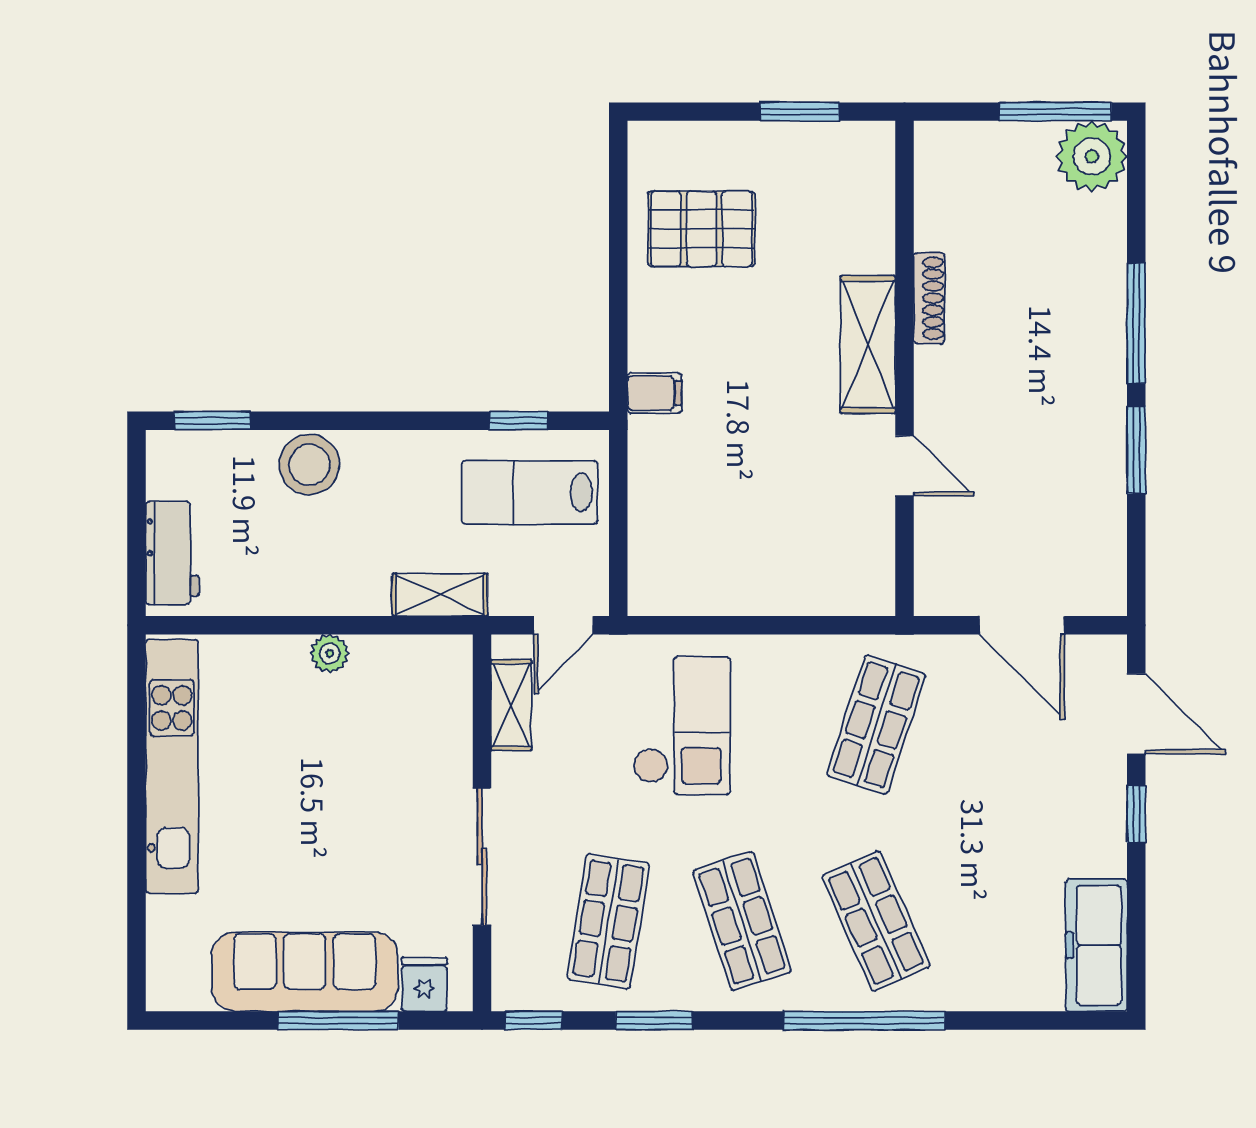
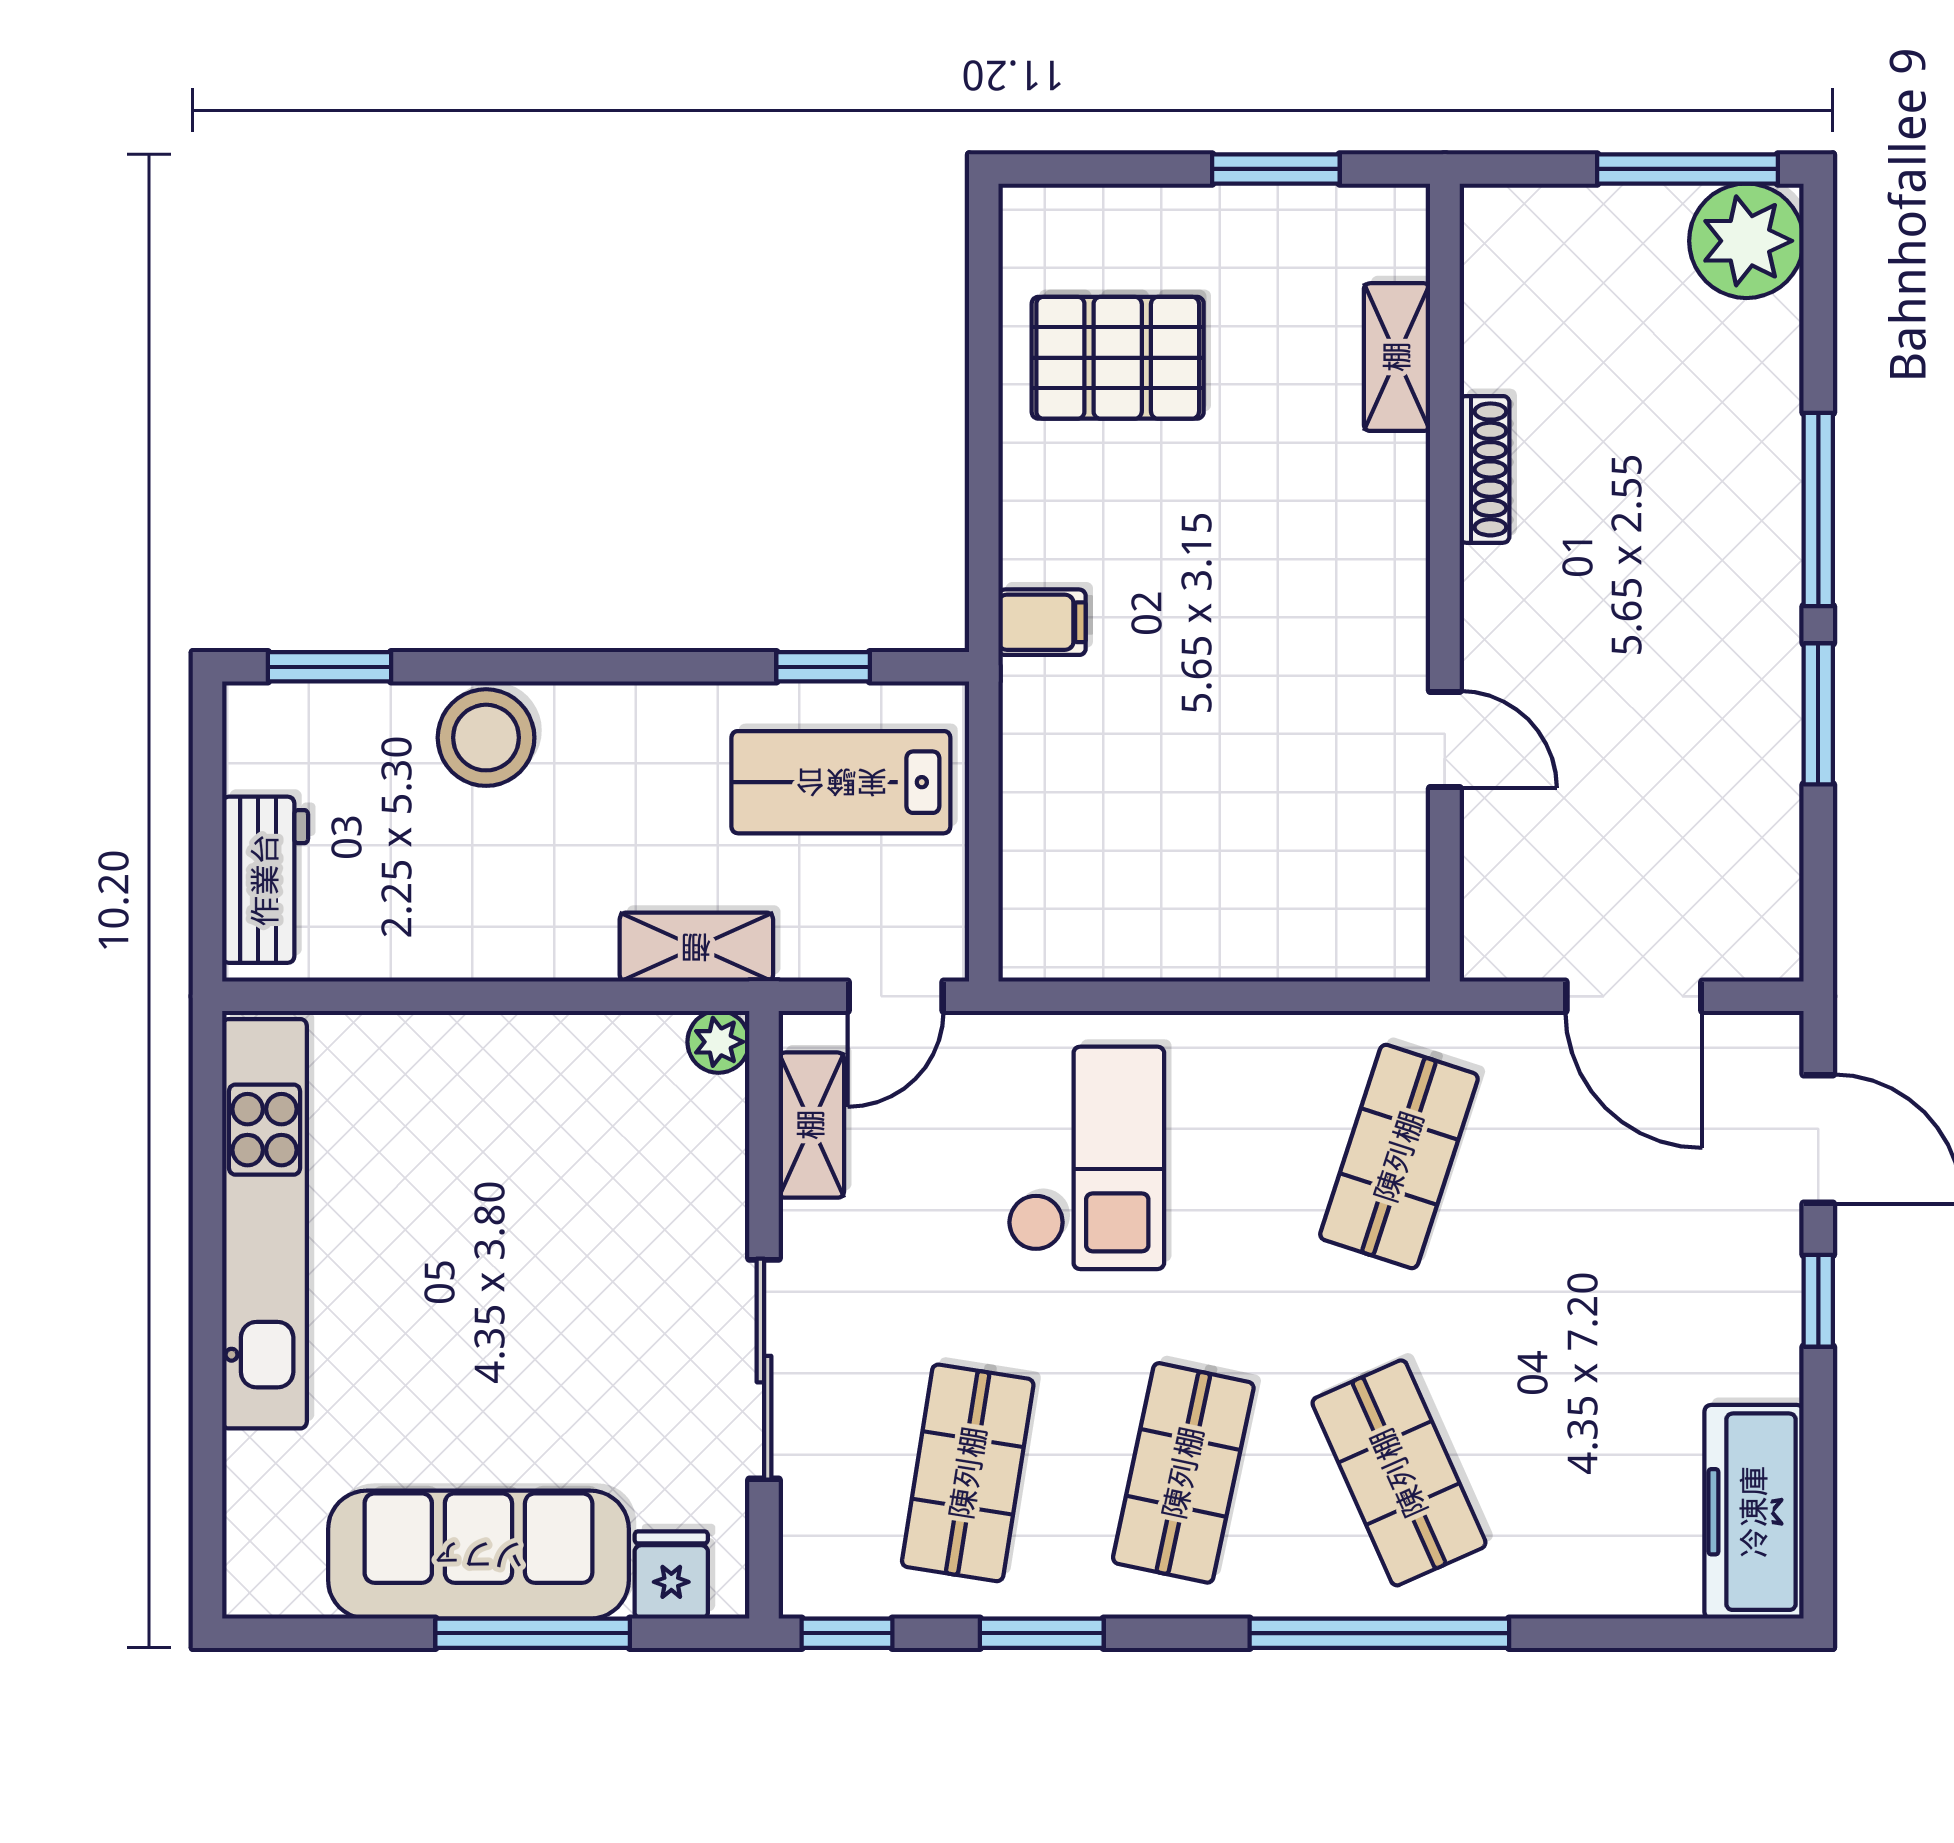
shelving: (868, 345) -> (1397, 357), moved, width x0.67, depth x0.75
plant: (329, 654) -> (718, 1042), moved
shop shelf: (742, 921) -> (1183, 1473), turned 30

